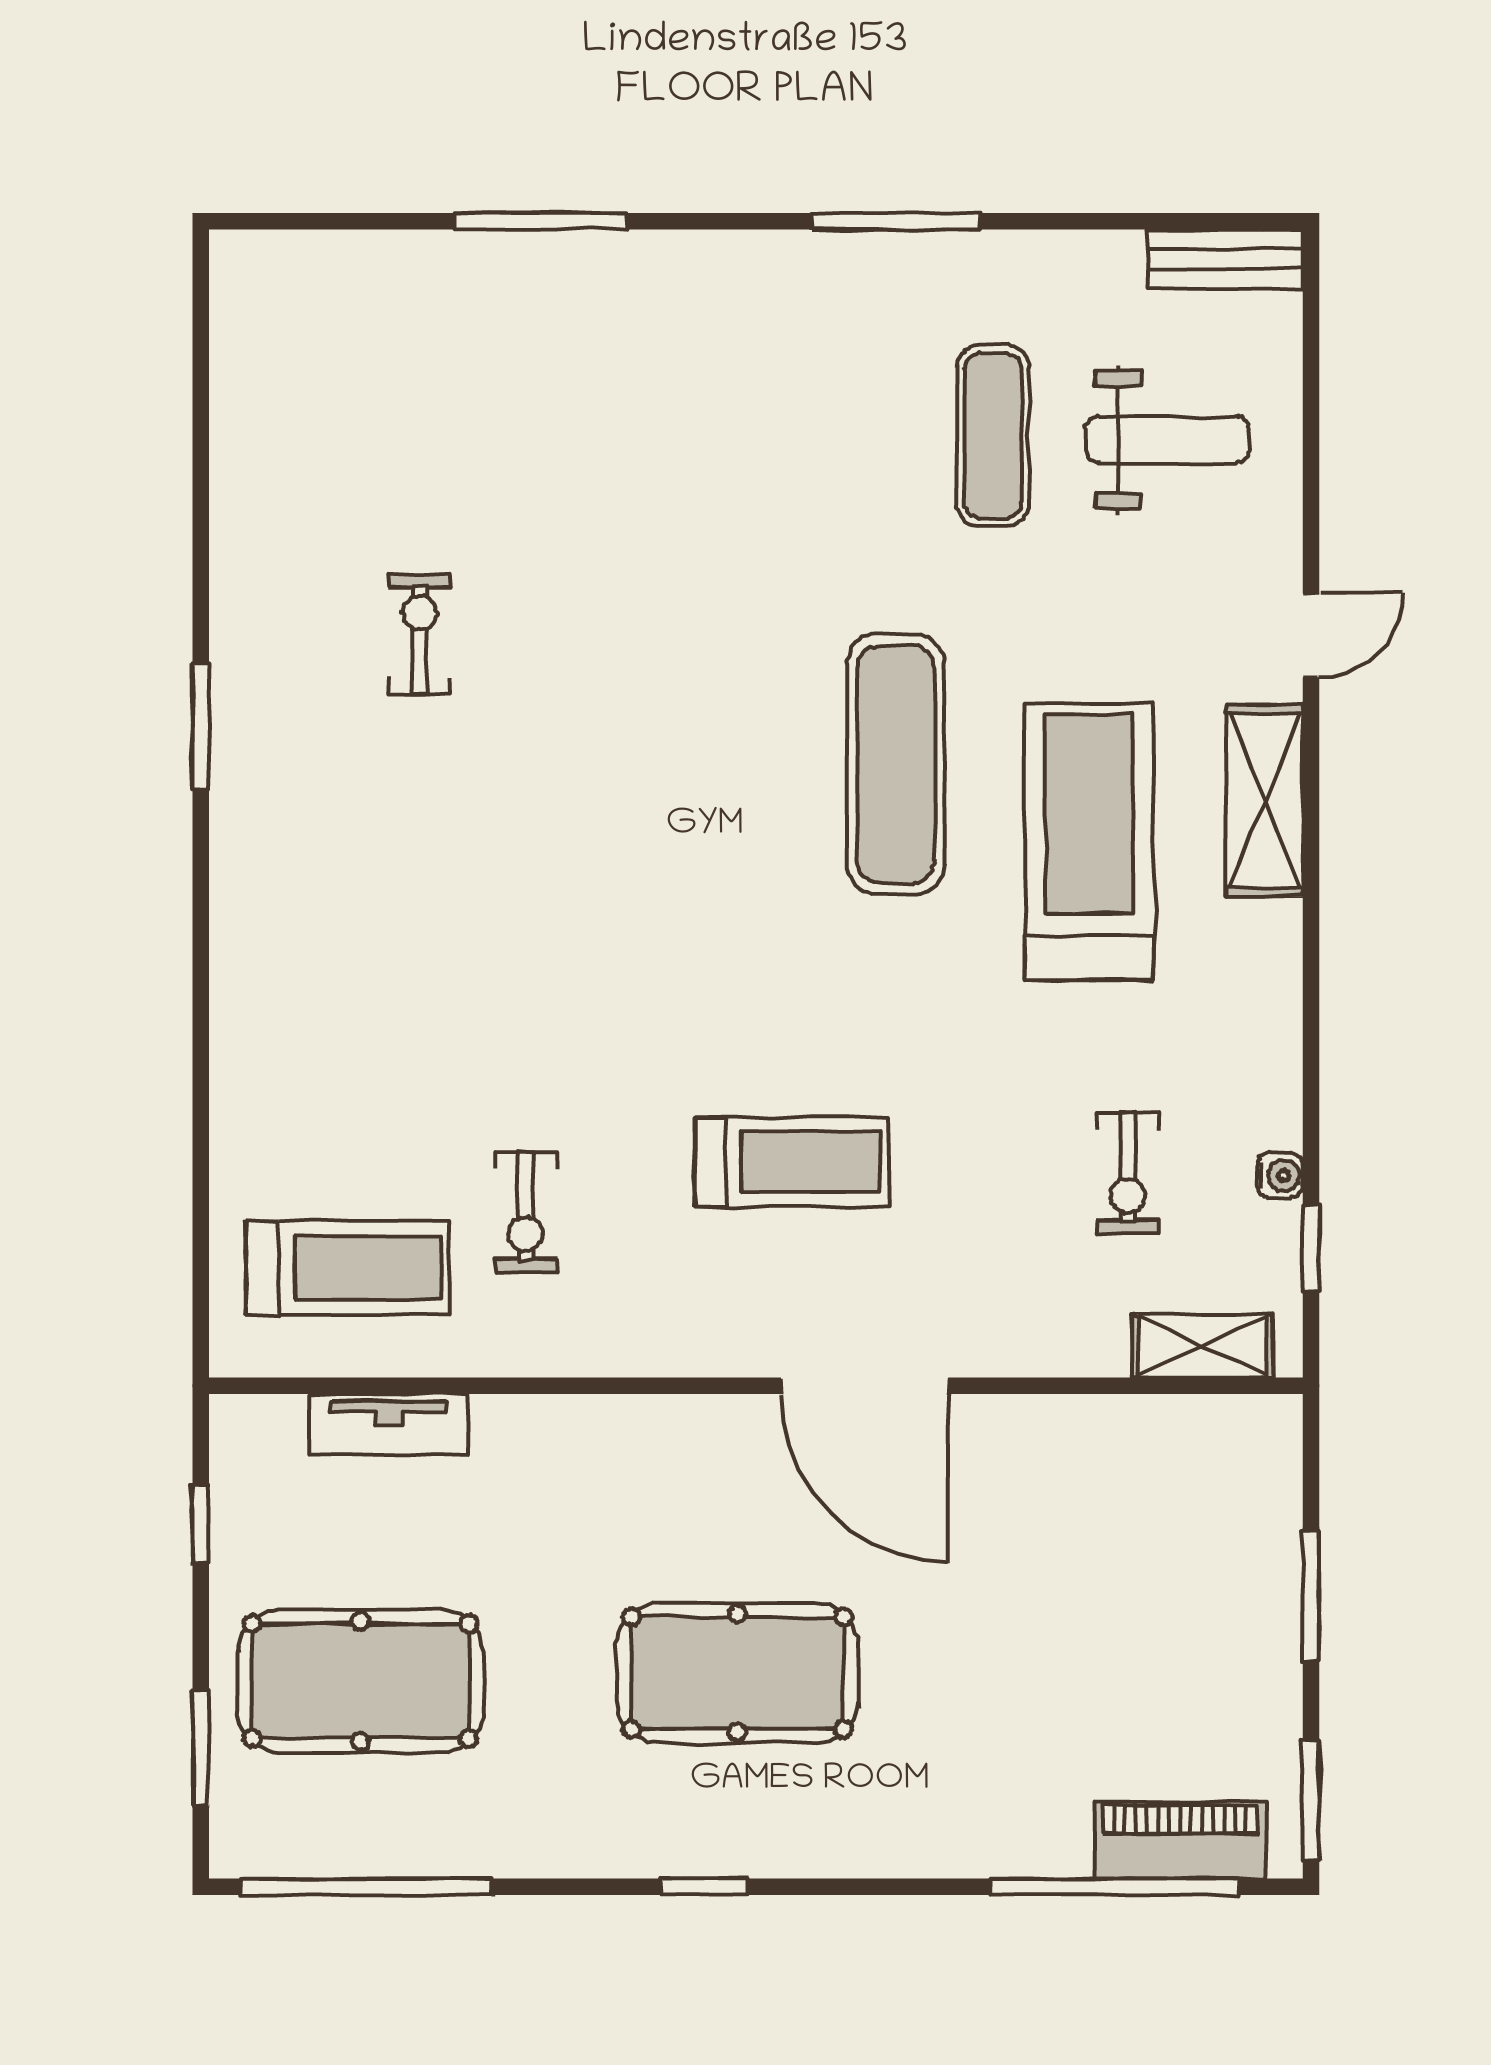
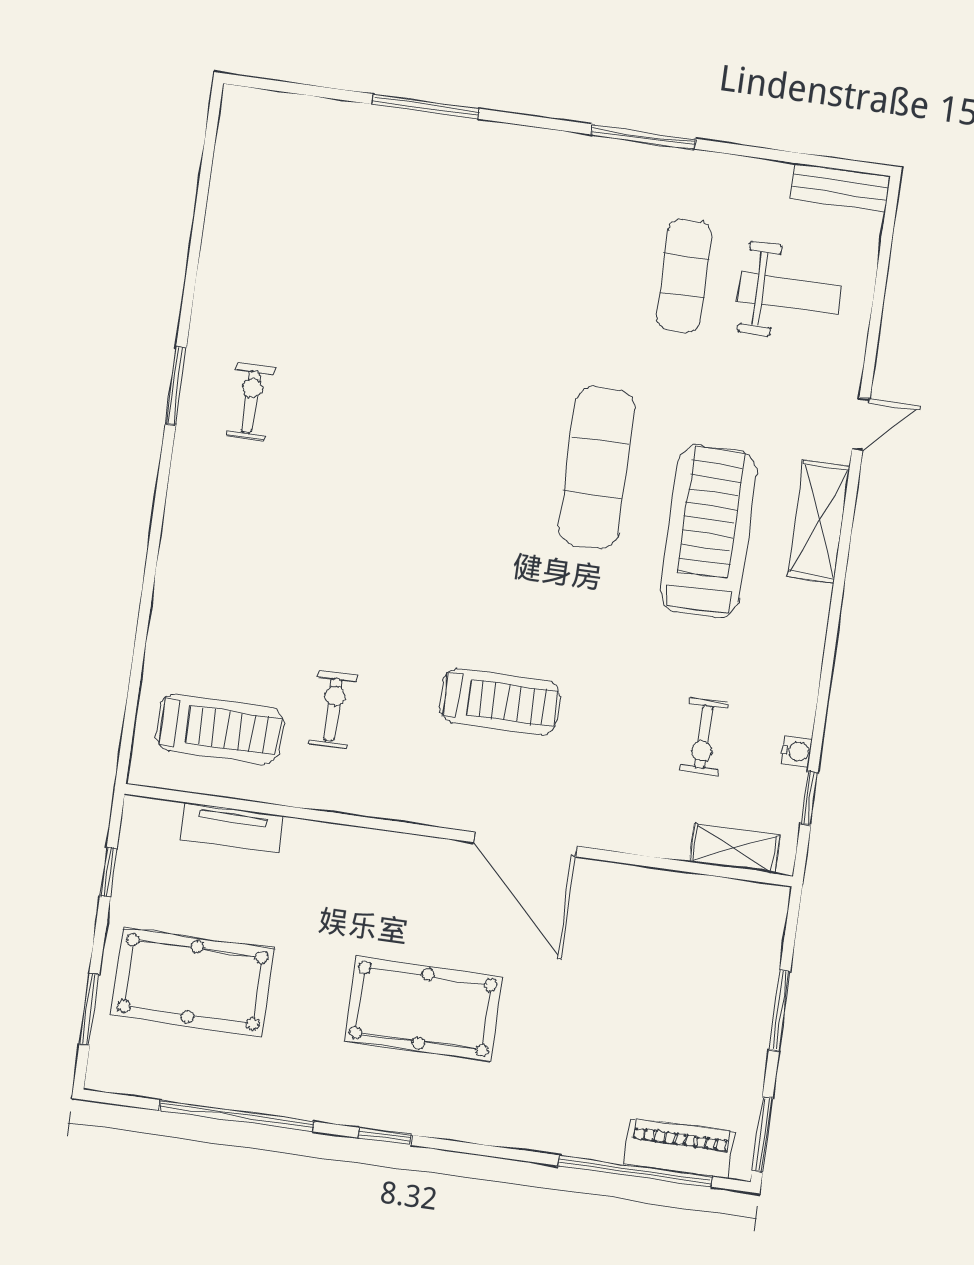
exercise bike: (420, 634) -> (250, 402), moved
exercise bike: (526, 1212) -> (333, 710), turned 180
window: (366, 1887) -> (237, 1116), moved

